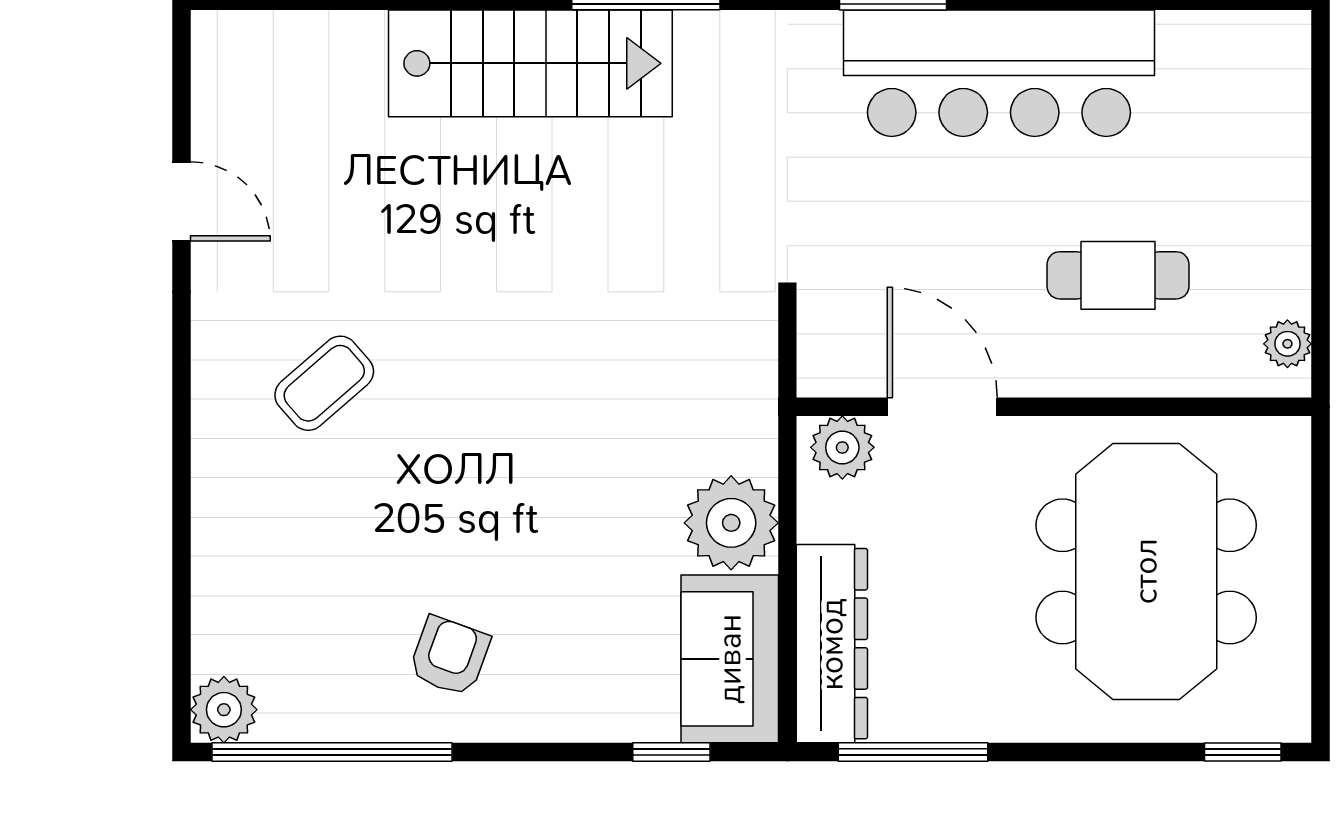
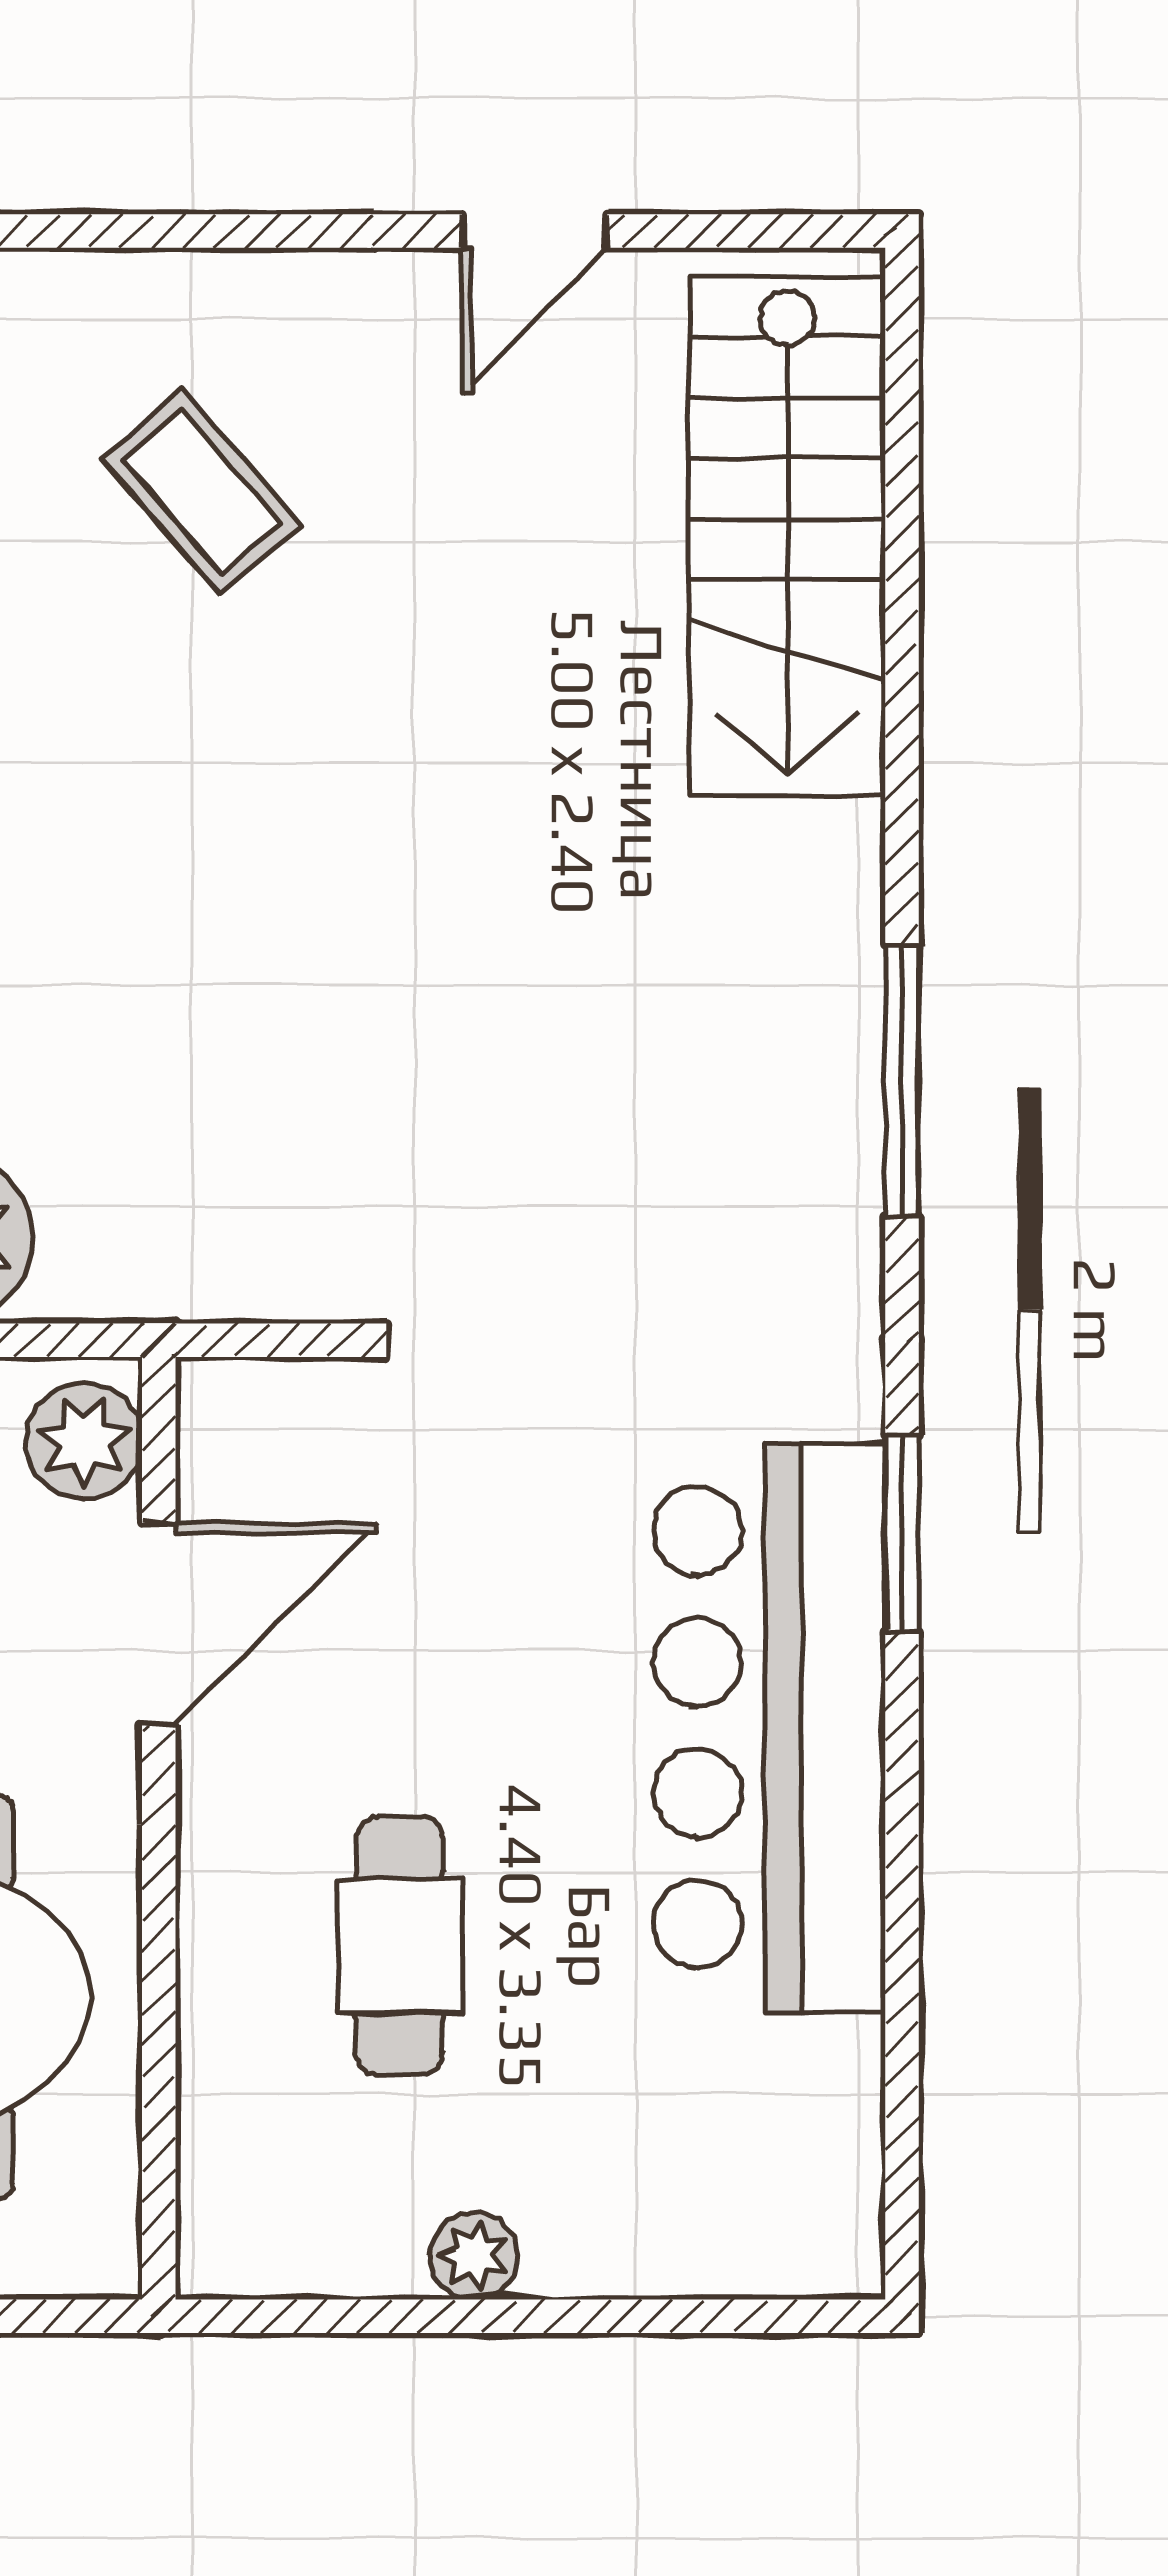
stairs: (530, 63) -> (787, 536), moved
plant: (1287, 344) -> (474, 2256), moved

